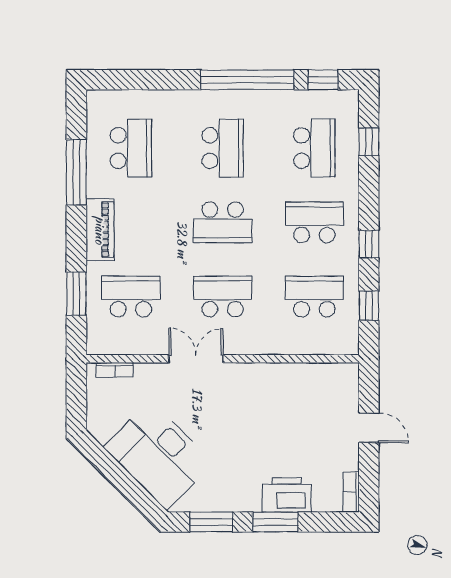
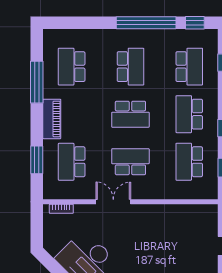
school desk: (131, 148) -> (72, 67), turned 180
school desk: (314, 222) -> (189, 114), turned -90
school desk: (131, 296) -> (72, 162), turned -90
school desk: (314, 296) -> (189, 162), turned -90

